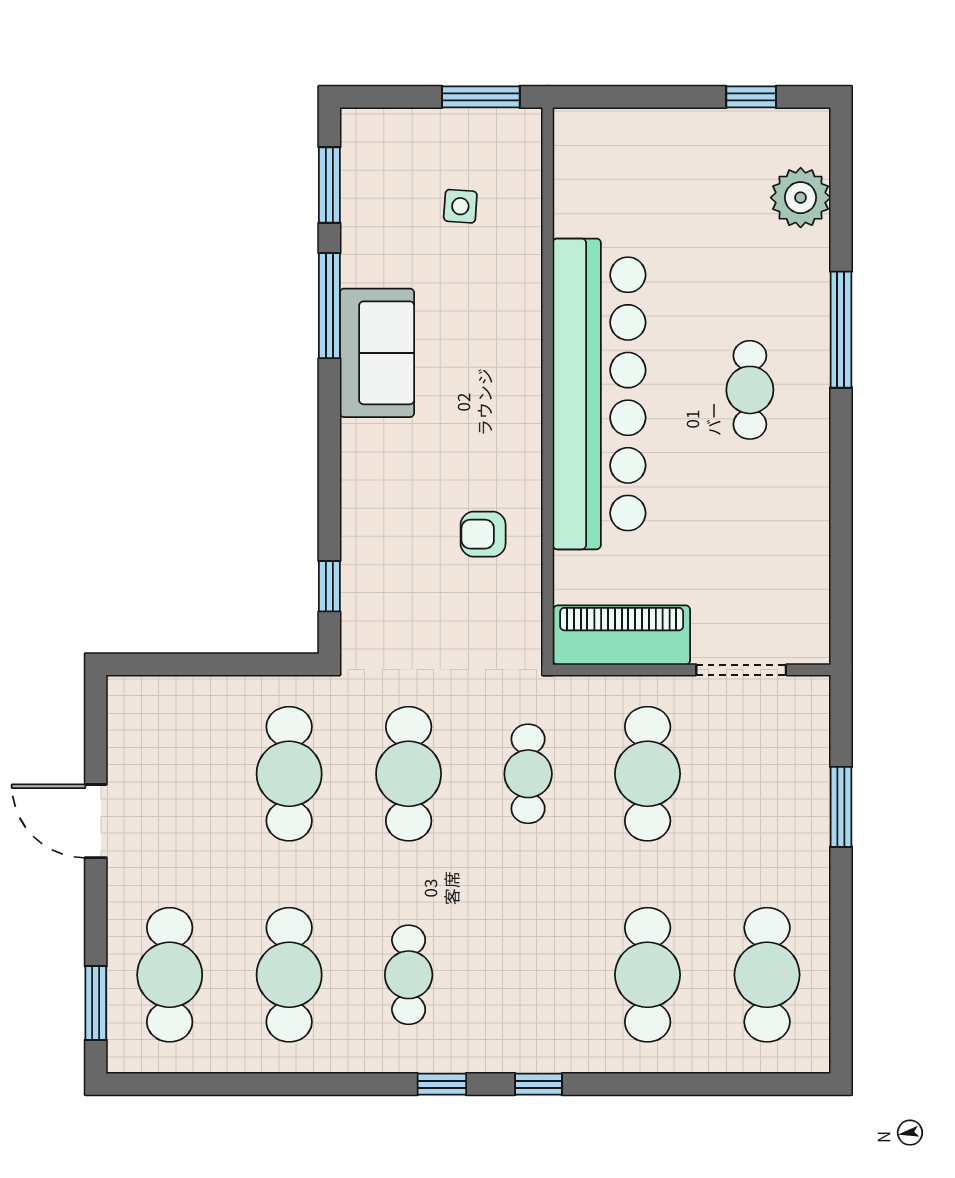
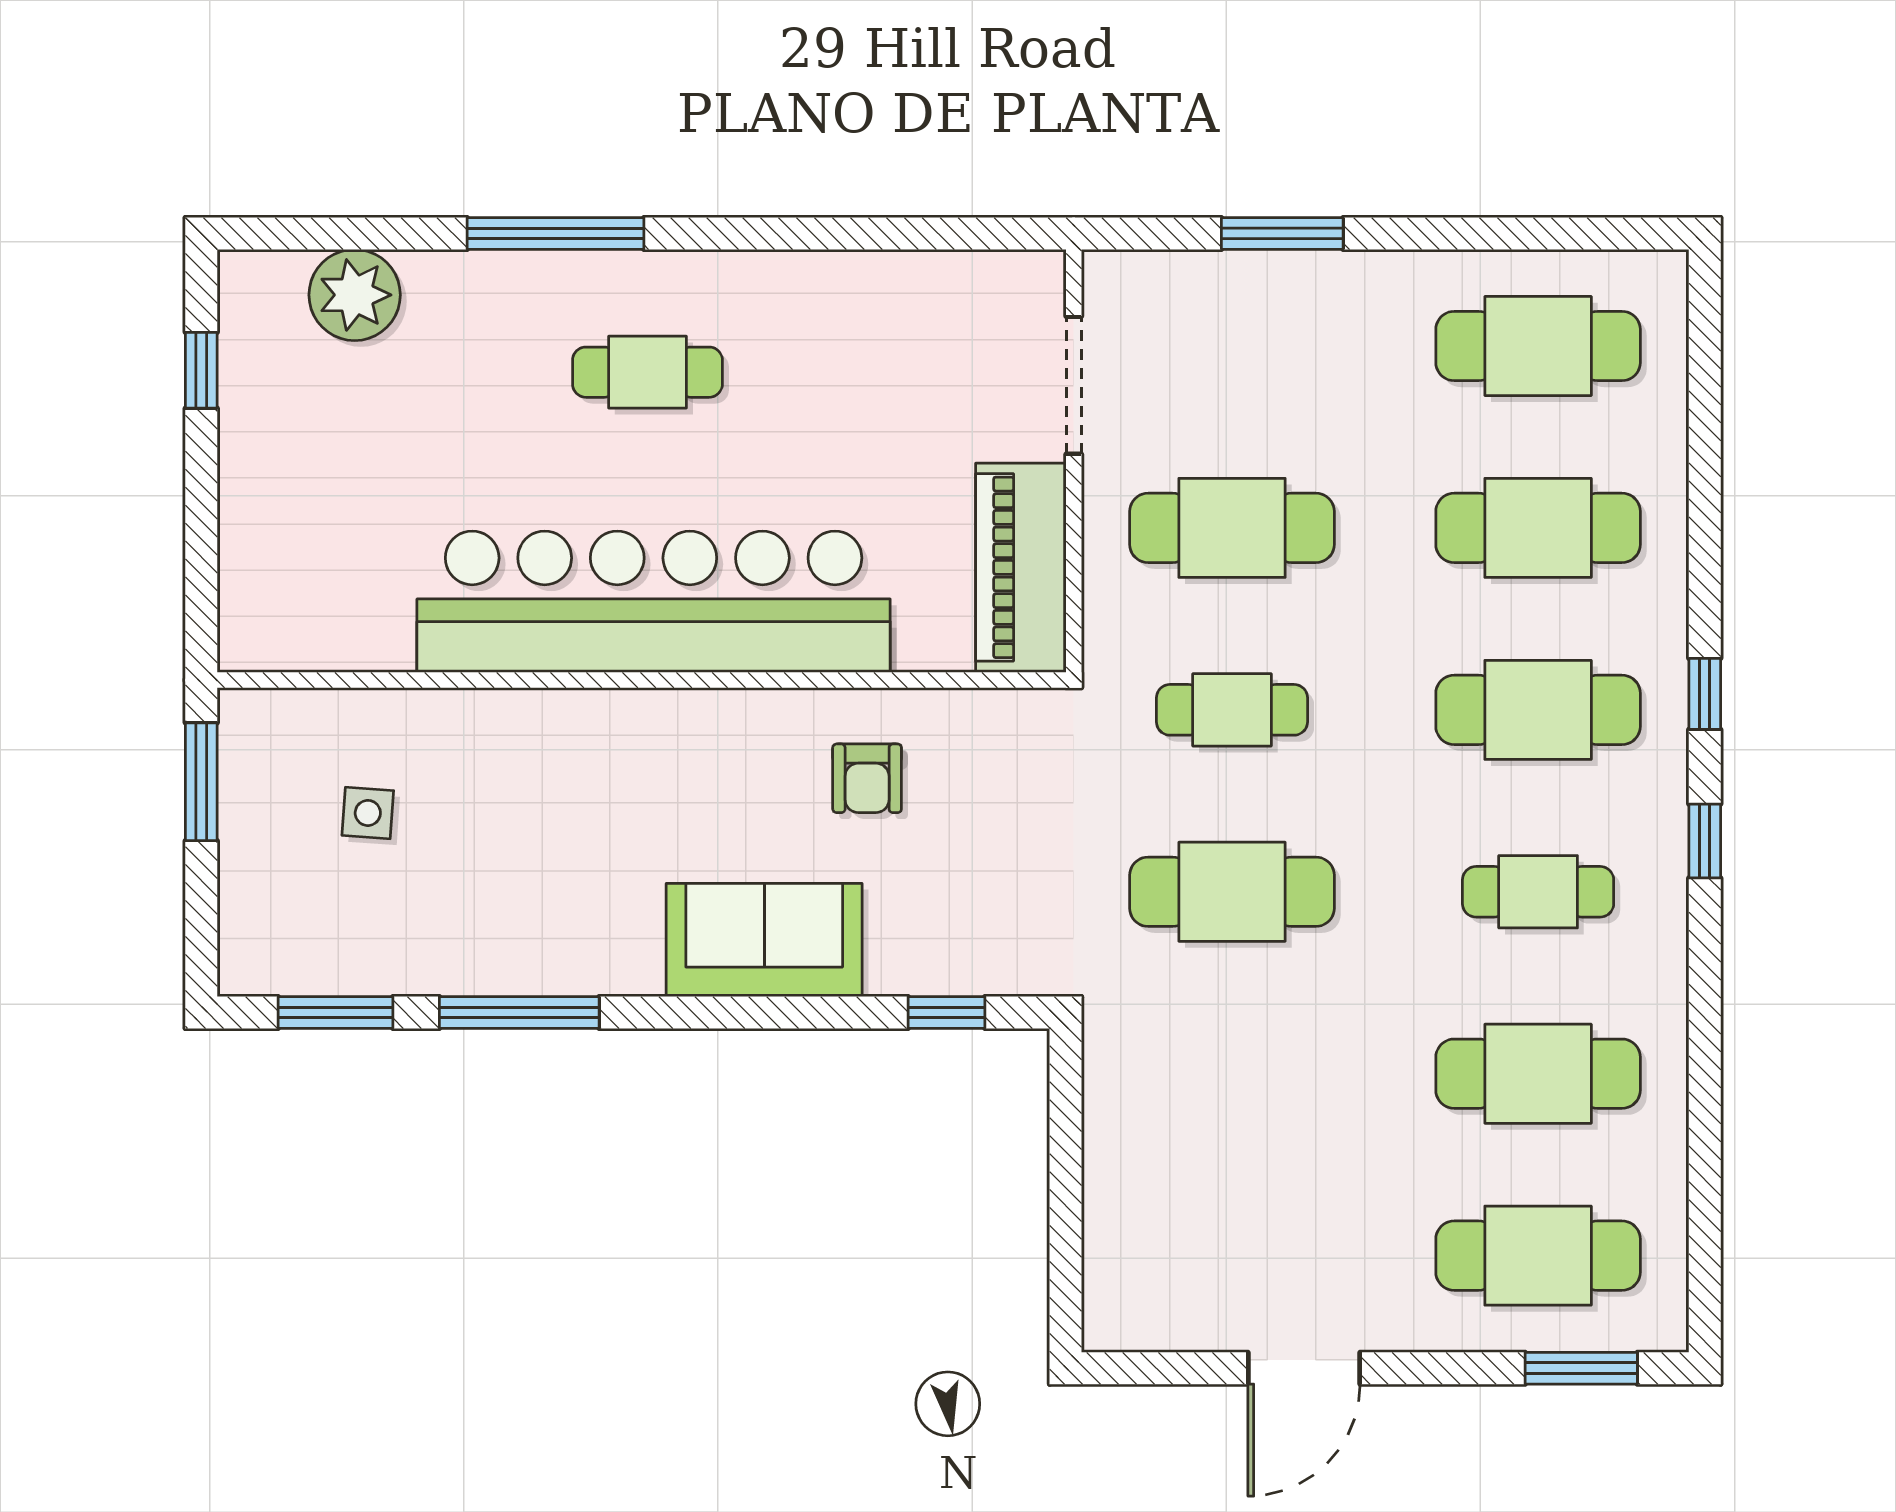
sofa: (377, 353) -> (764, 940), moved
cafe table: (289, 774) -> (1538, 710), moved

